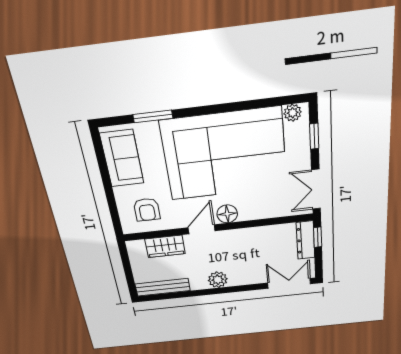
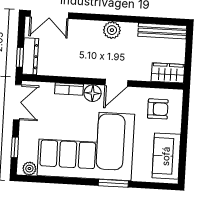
window: (153, 116) -> (113, 183), moved
armchair: (147, 210) -> (158, 109), turned 90
bookcase: (256, 214) -> (69, 89), added
wardrobe: (165, 246) -> (168, 73), moved

